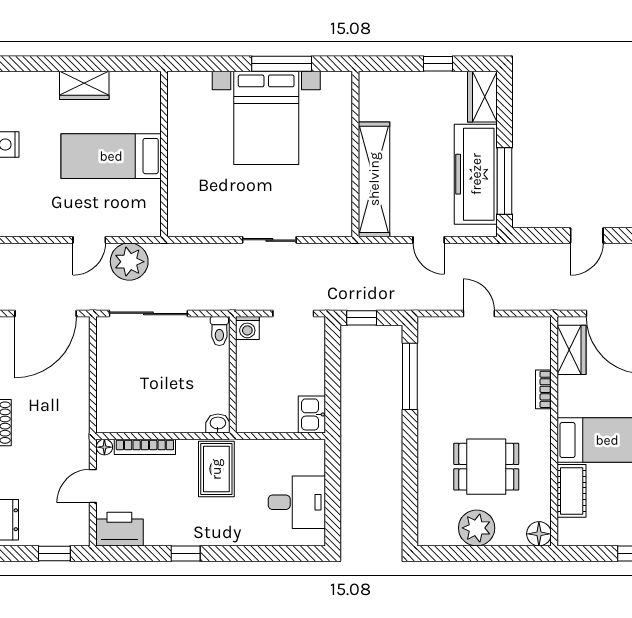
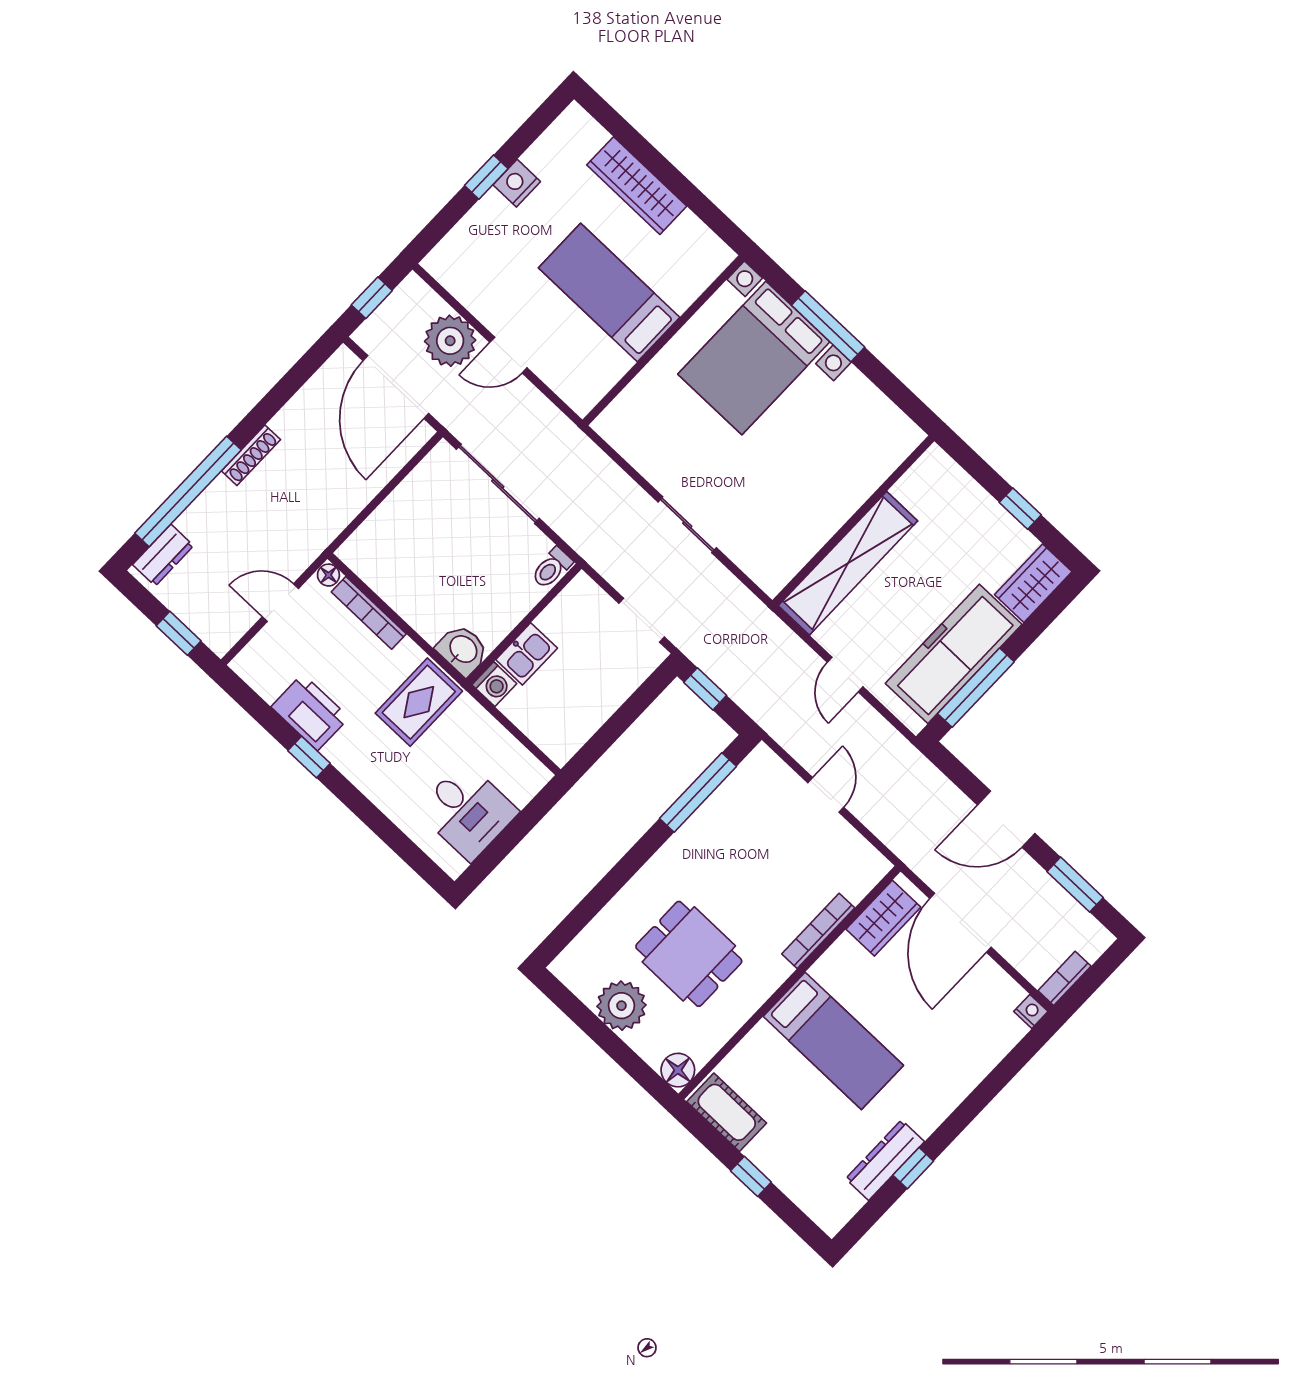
window: (282, 64) -> (828, 326), moved
wardrobe: (84, 85) -> (637, 186), width x1.50
bed with nightstands: (266, 118) -> (754, 358), moved
door: (587, 235) -> (1006, 819), width x1.38
plant: (129, 262) -> (450, 341), moved
door: (46, 313) -> (396, 387), hinge flipped
washing machine: (247, 328) -> (494, 684), moved, turned -90
bookcase: (543, 389) -> (818, 931), width x1.56
kitchen sink: (312, 414) -> (527, 654), moved, turned 180
washbasin: (218, 424) -> (463, 650), width x1.38, depth x1.45
cot: (572, 491) -> (727, 1112), moved, turned 90
printer: (119, 529) -> (310, 712), moved

